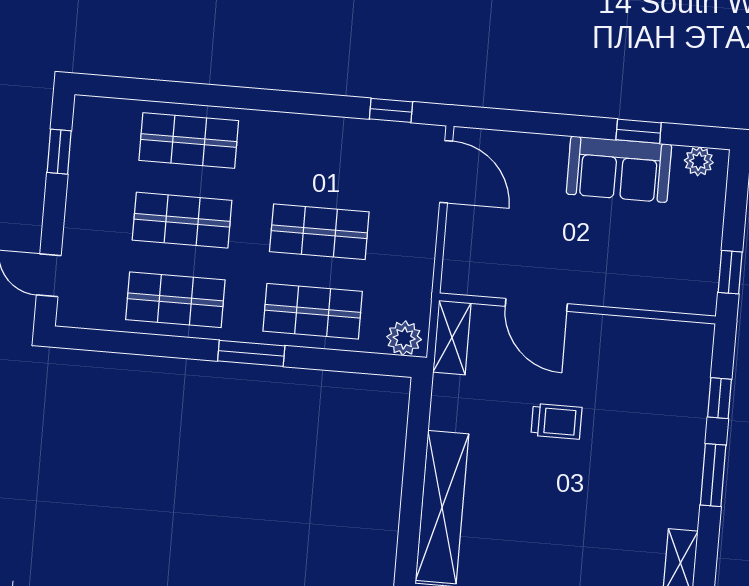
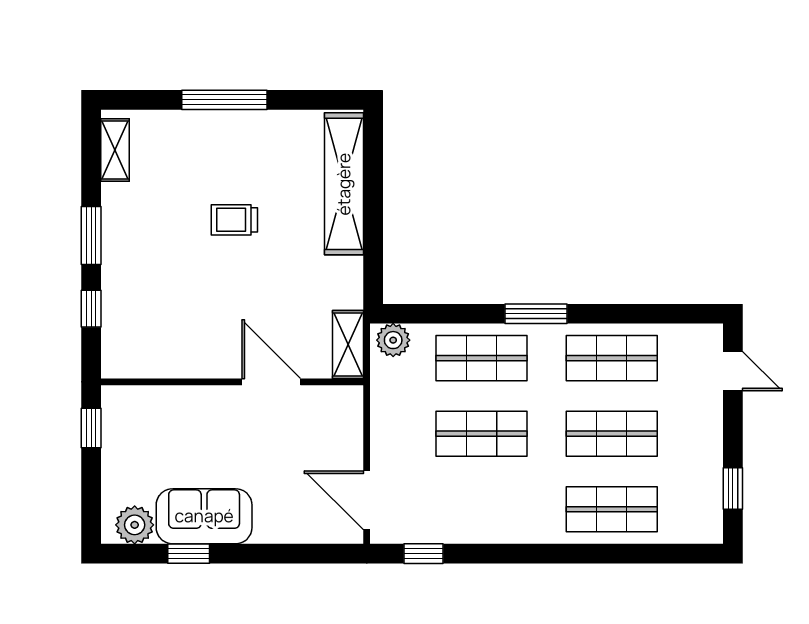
plant: (699, 161) -> (135, 525), width x1.38, depth x1.38
trolley: (556, 421) -> (234, 220), moved

